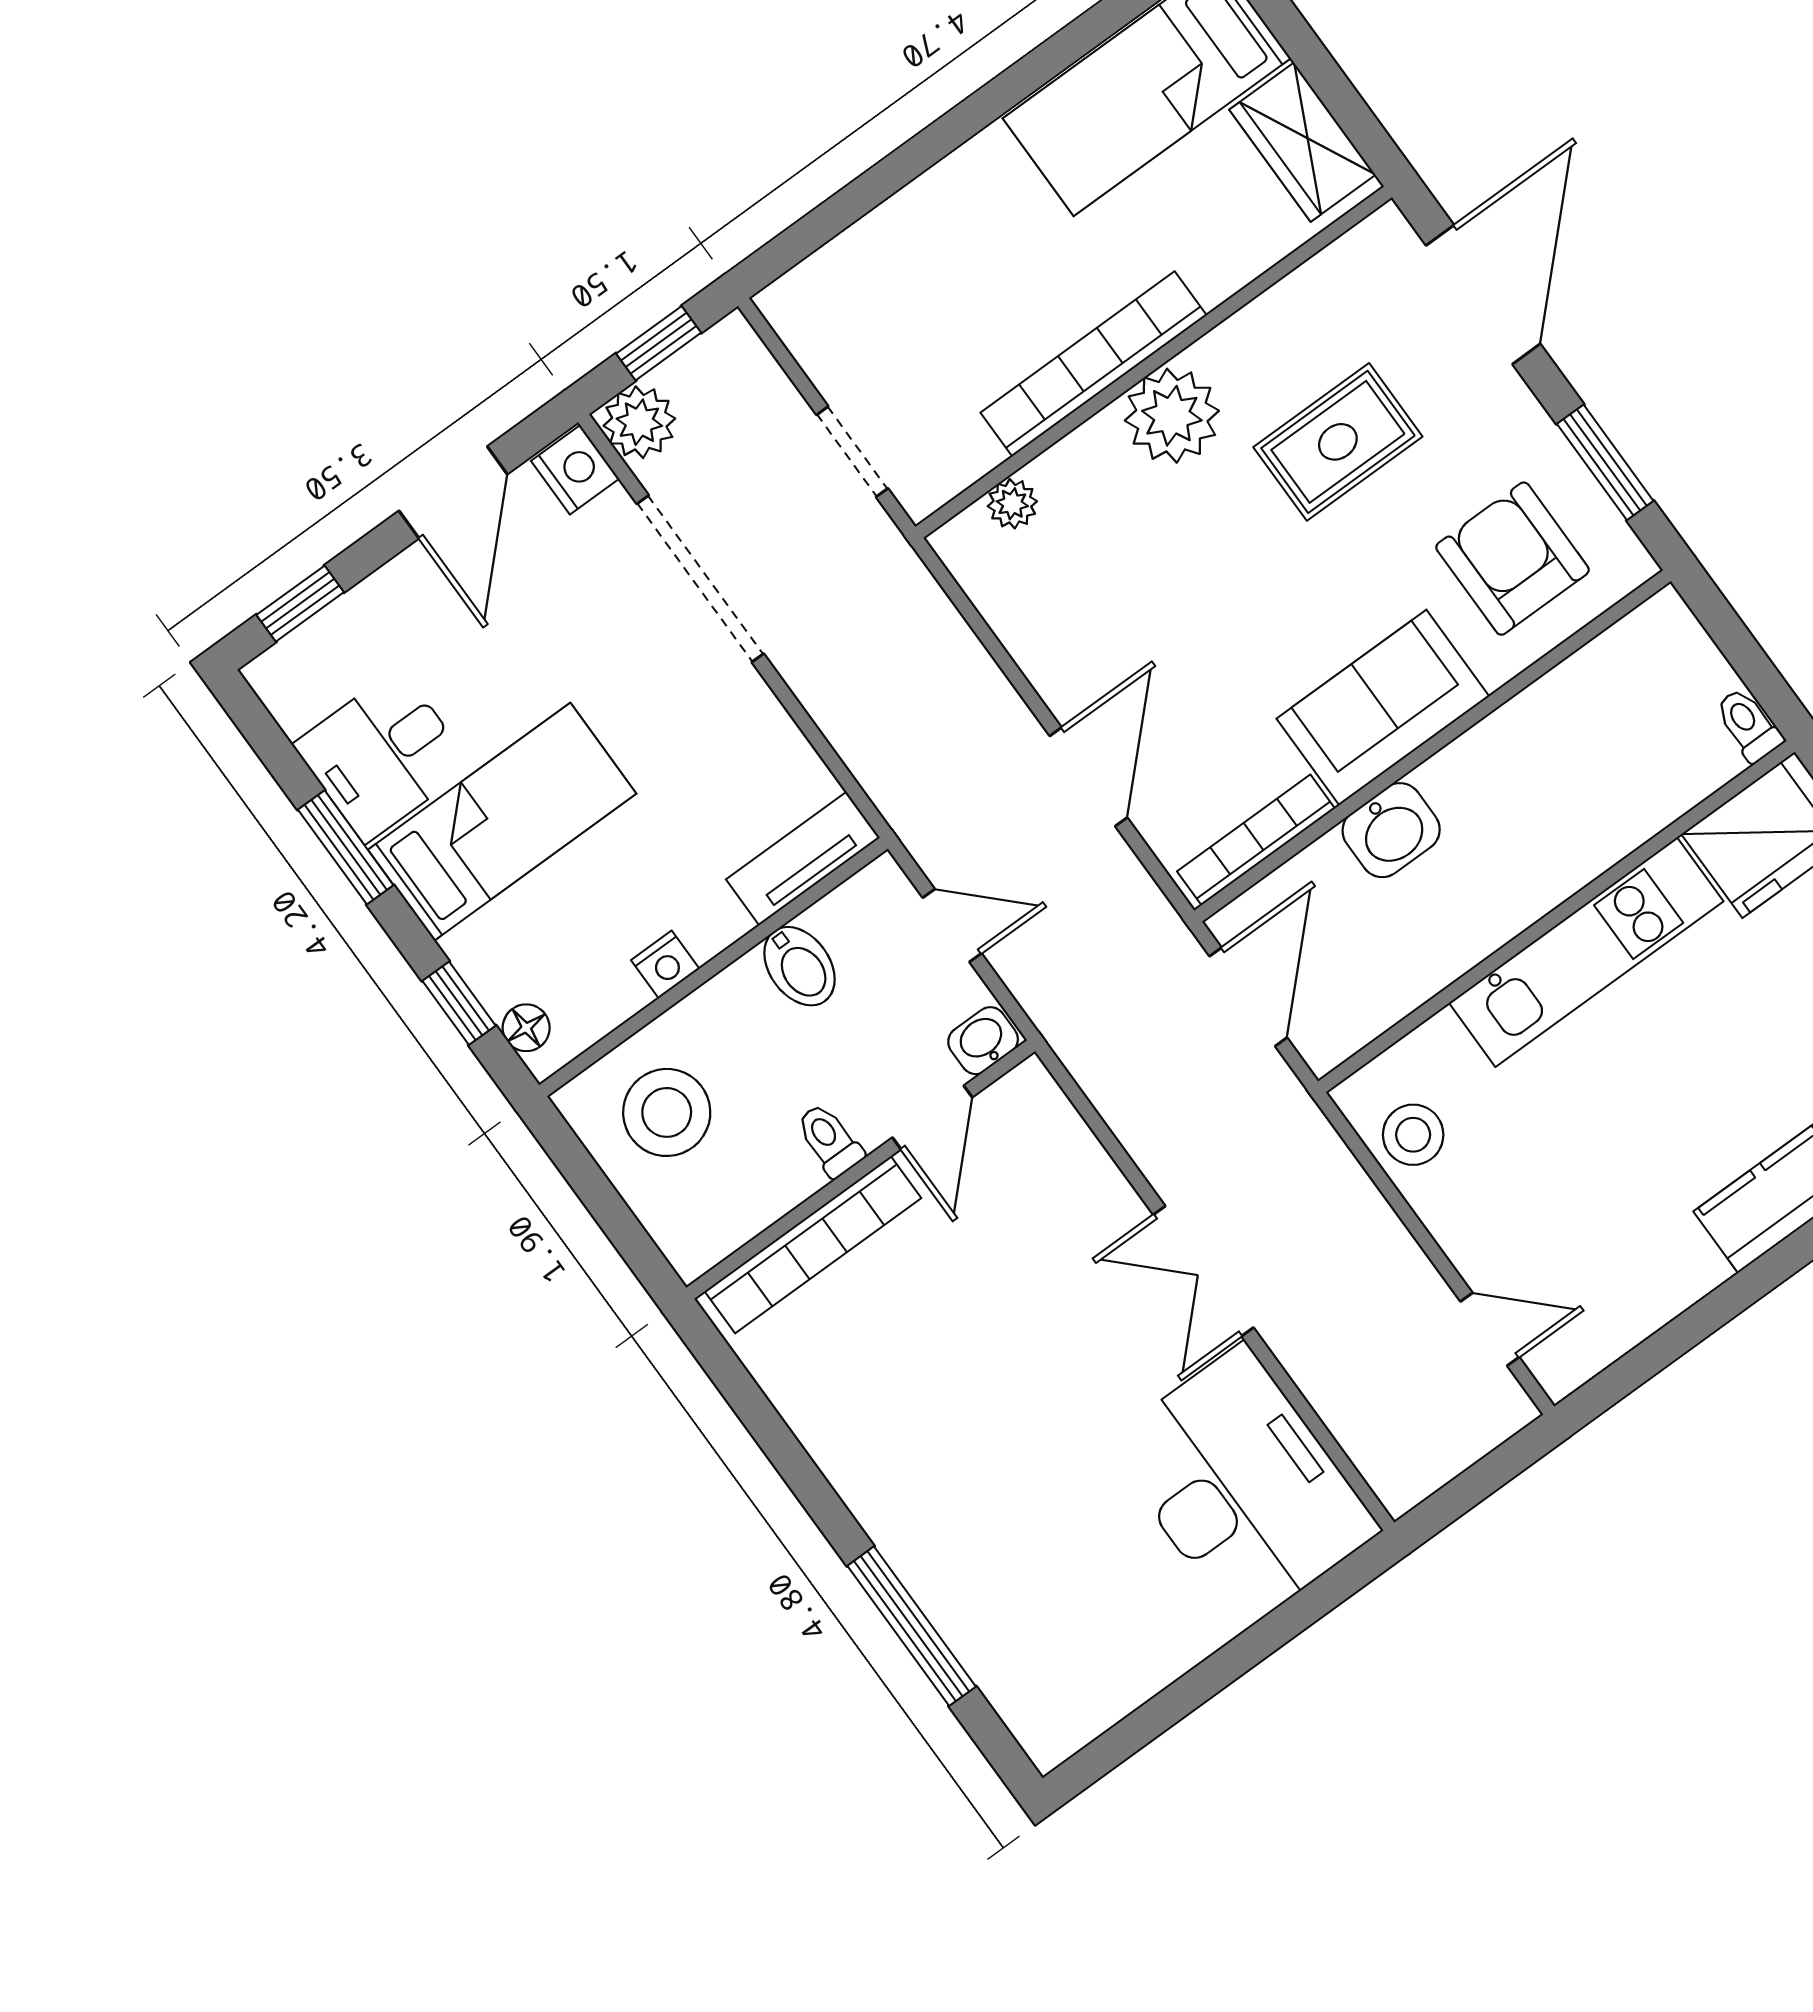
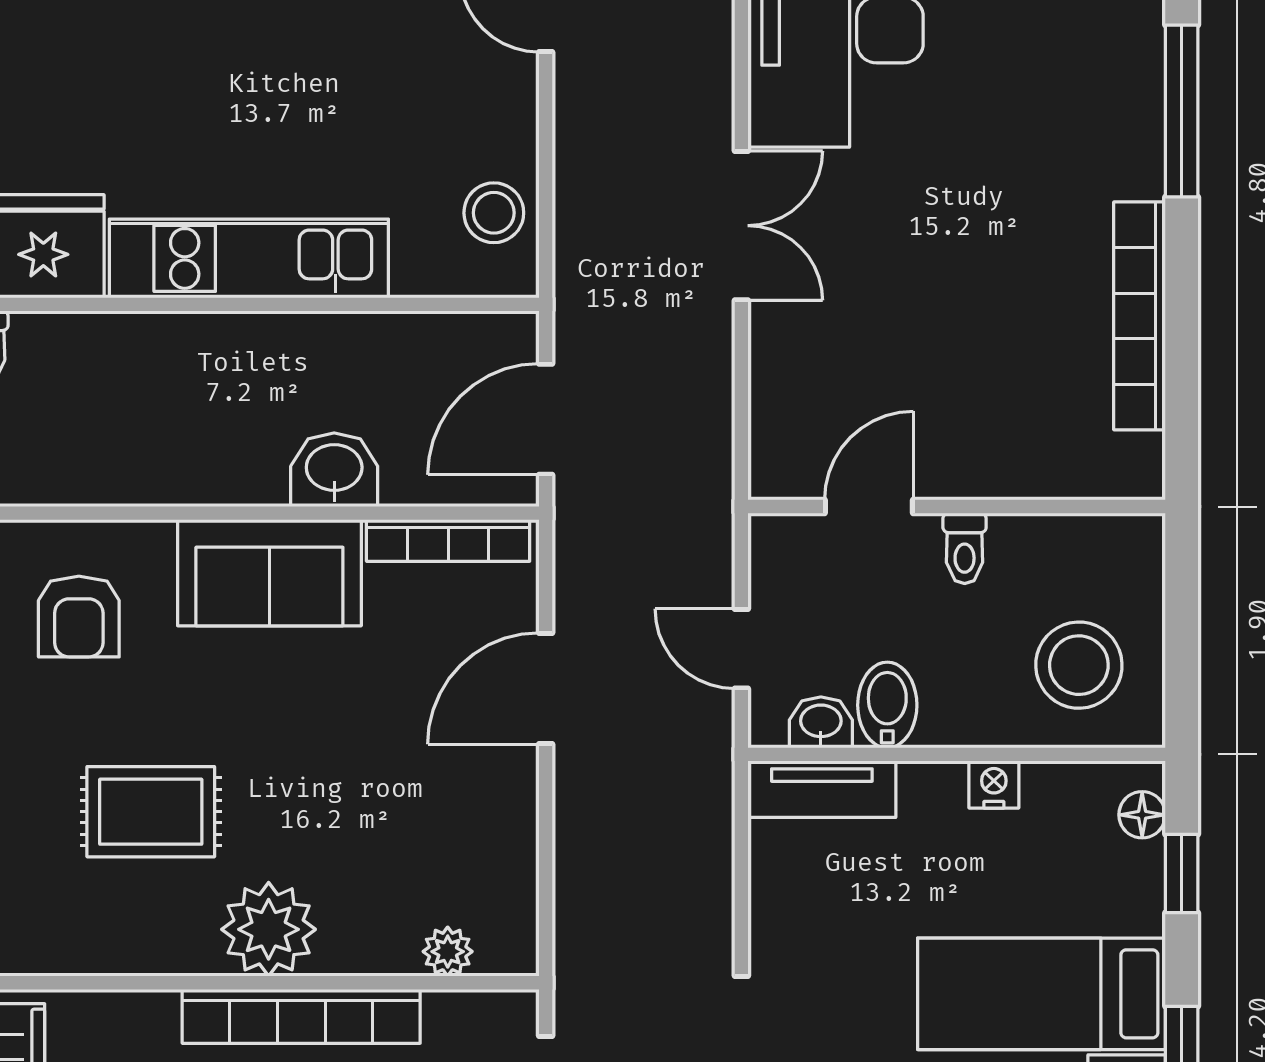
armchair: (1513, 559) -> (79, 617), width x0.72, depth x0.72
washbasin: (983, 1041) -> (821, 722), moved, turned 180
bookcase: (813, 1245) -> (1139, 316), moved, turned -90

